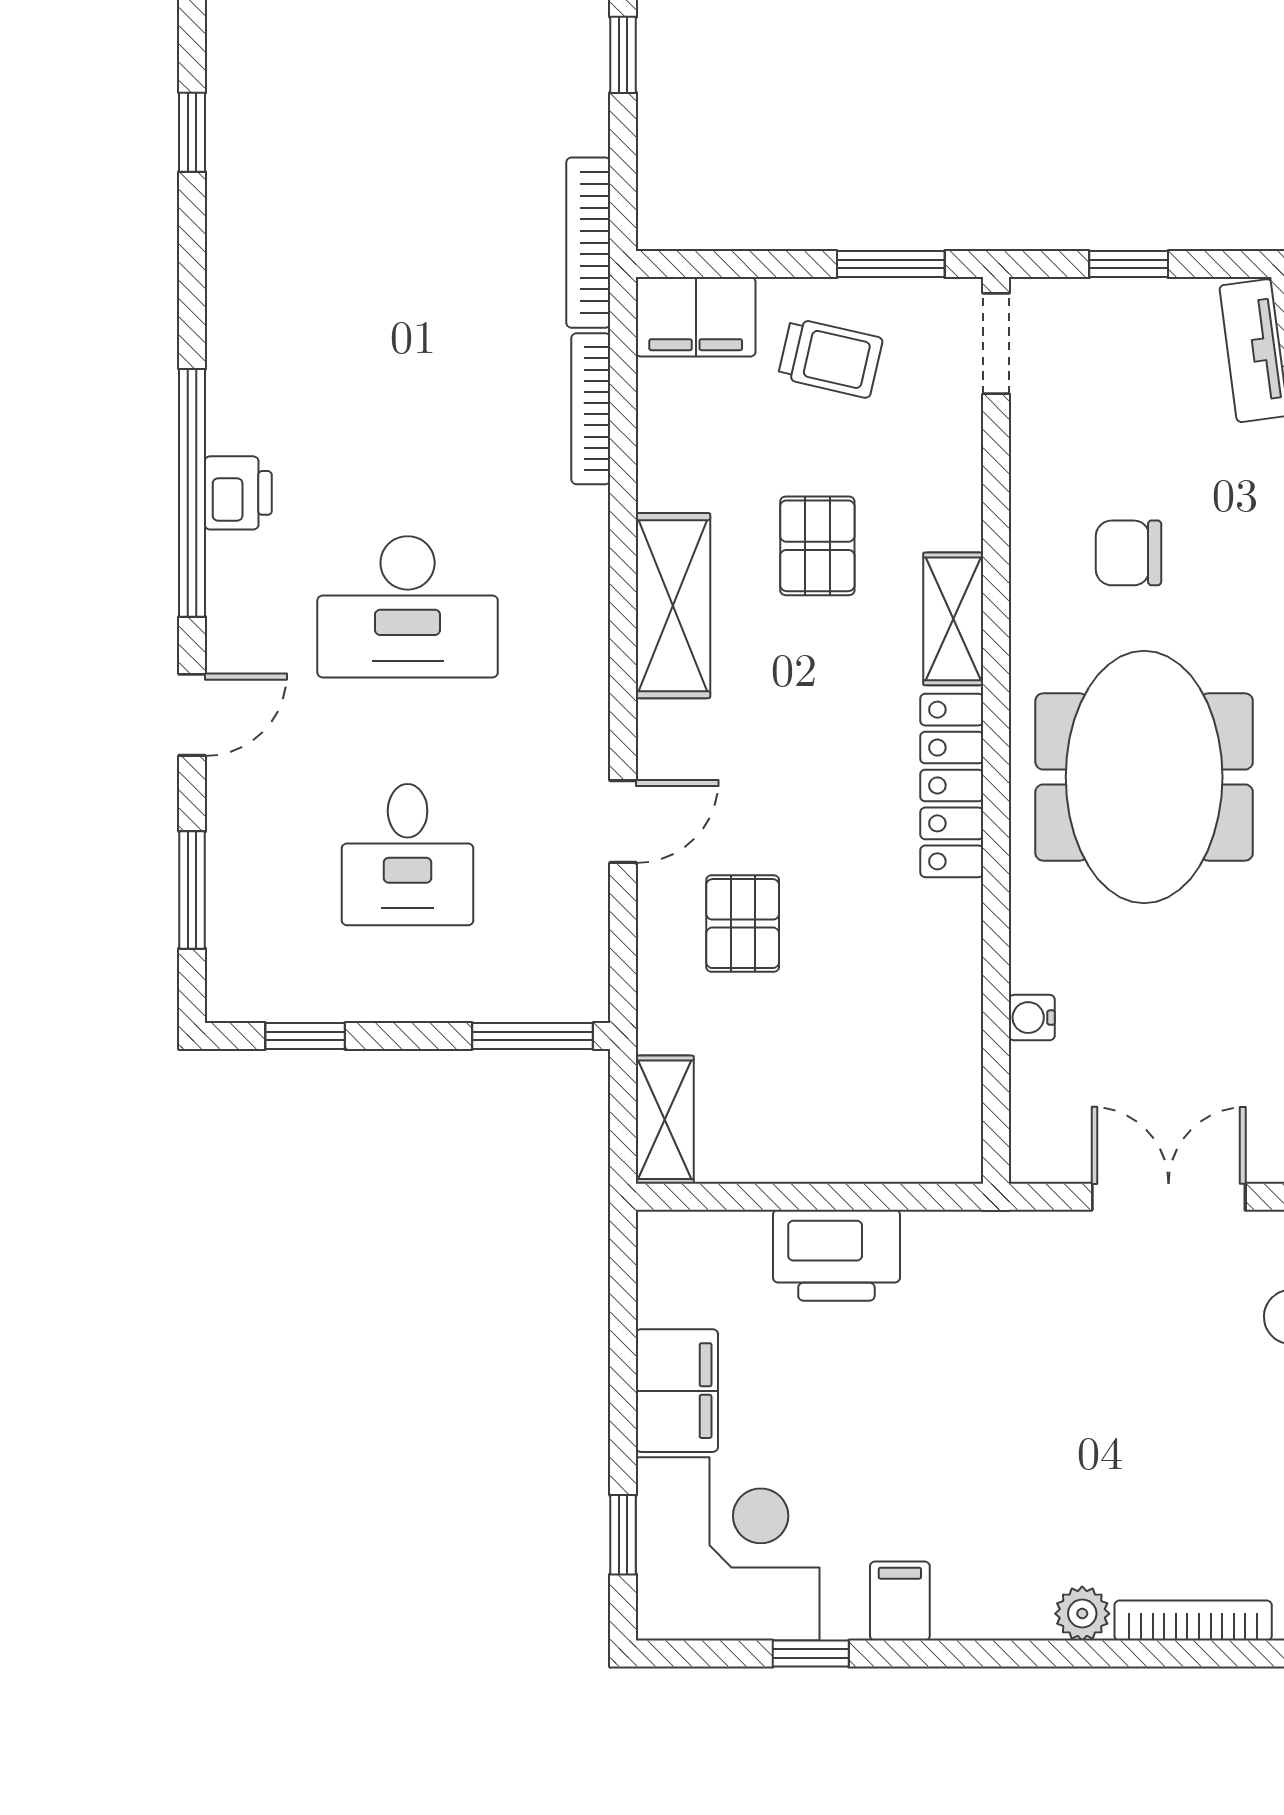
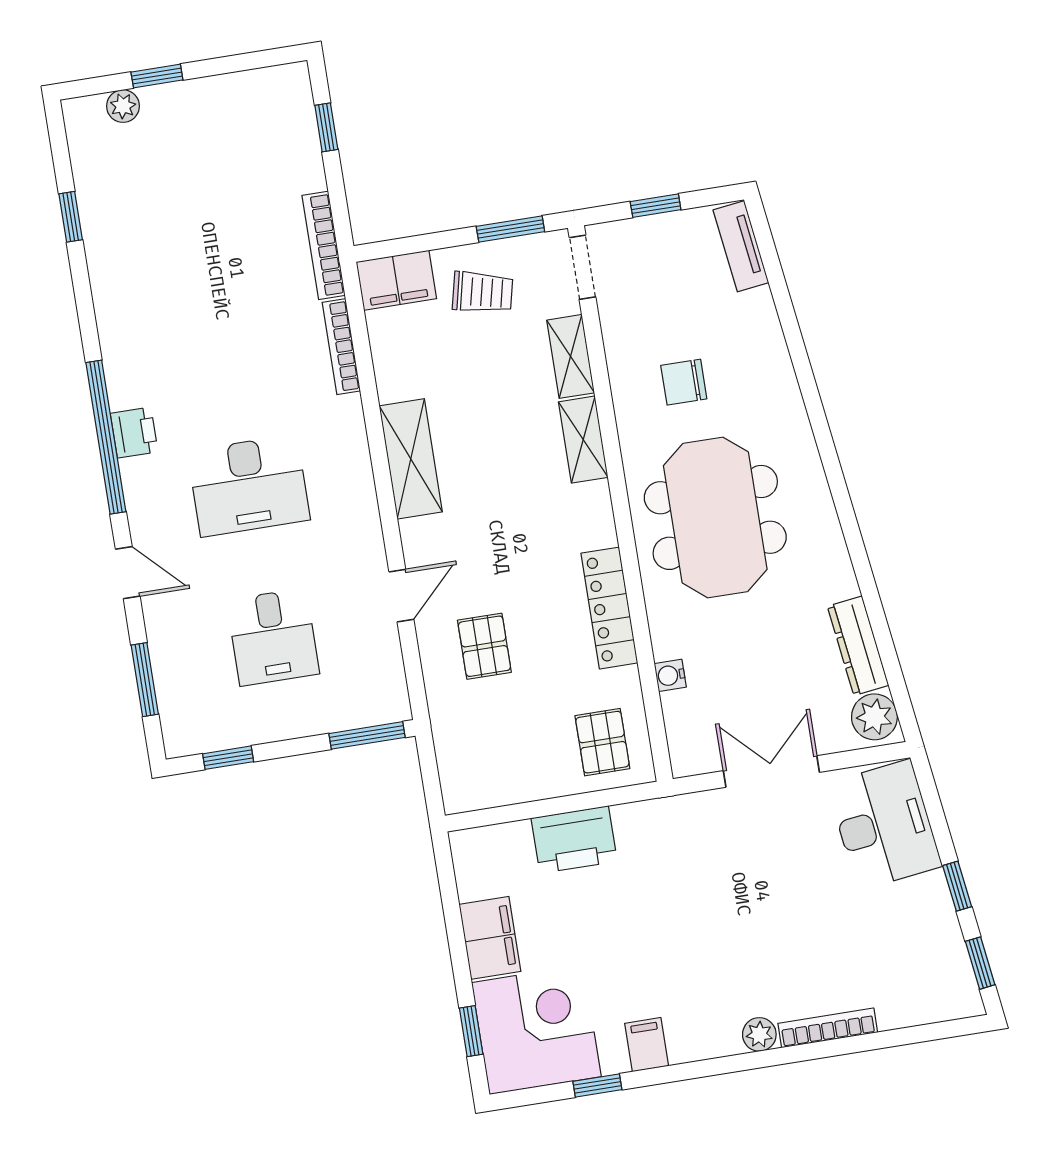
pallet: (817, 546) -> (602, 742), moved
door: (192, 715) -> (128, 573), hinge flipped
locker: (952, 785) -> (609, 608), moved
shelving: (665, 1120) -> (571, 356), moved

